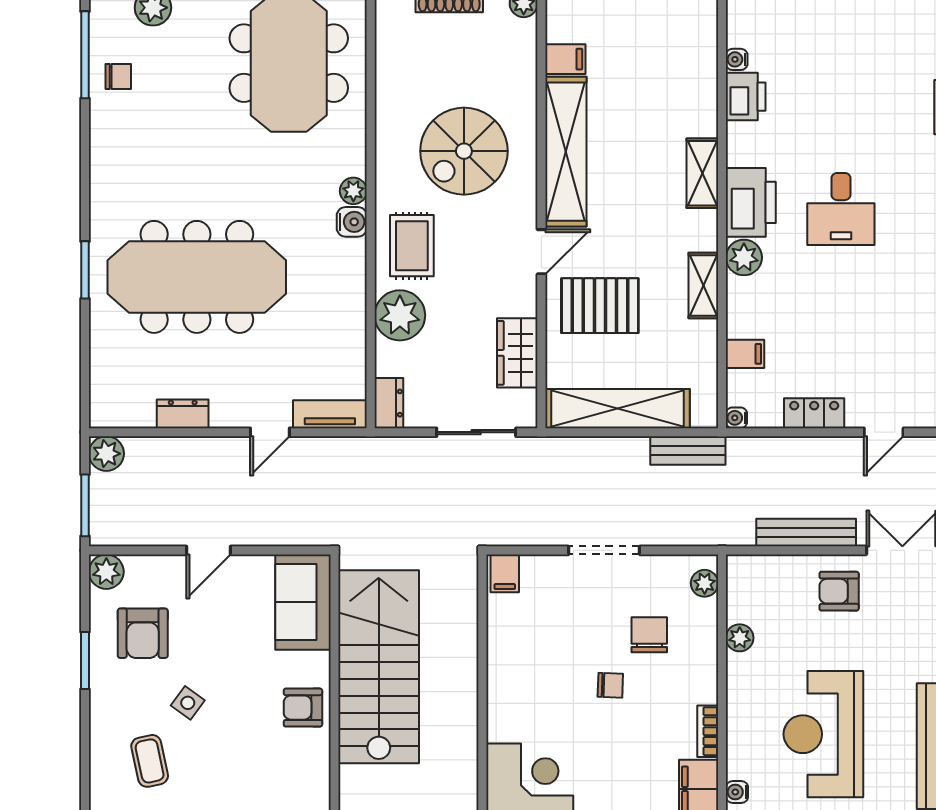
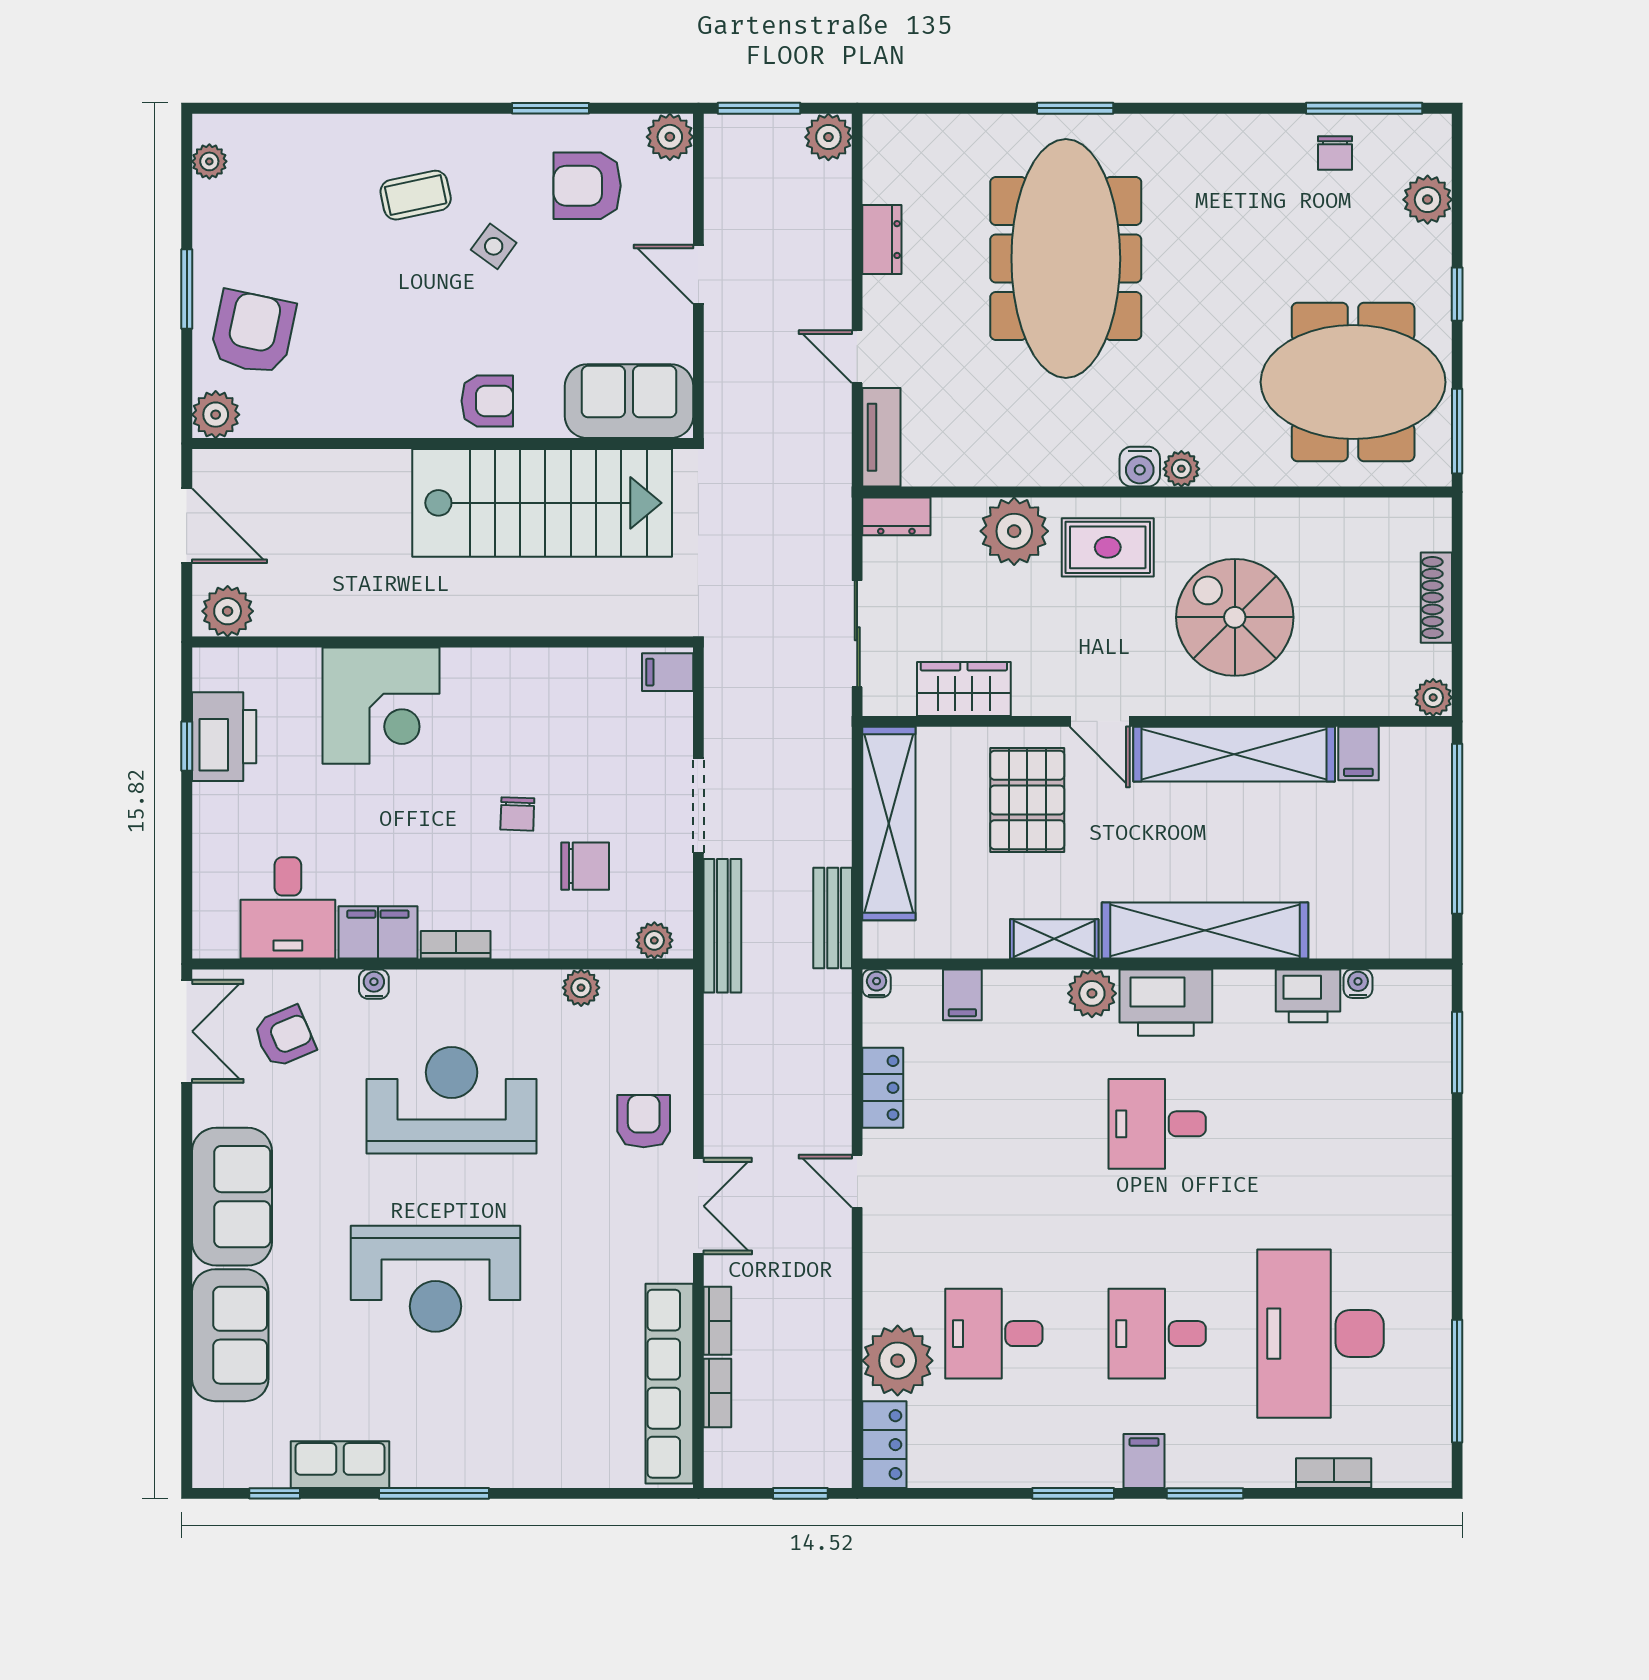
shelving: (702, 173) -> (1205, 931), width x2.20, depth x1.33
bench: (806, 533) -> (722, 926), moved
armchair: (303, 708) -> (487, 401), turned 90

